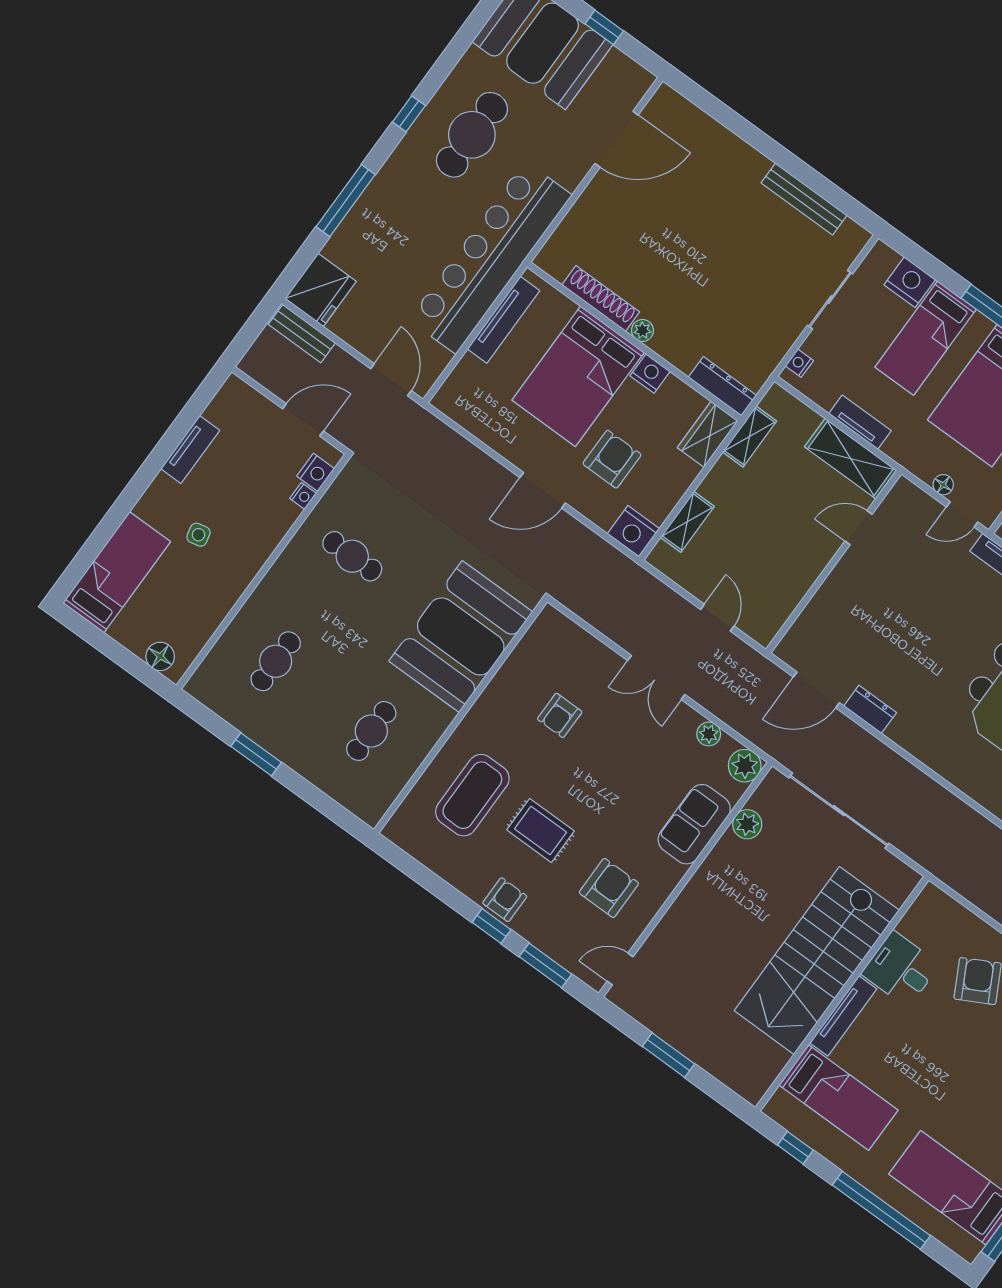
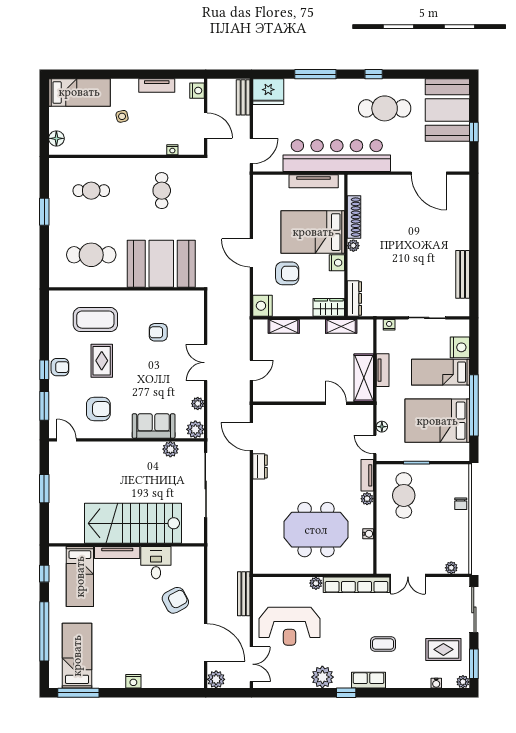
nightstand: (316, 472) -> (197, 91), moved, turned -90
cafe table: (371, 731) -> (91, 255), width x1.37, depth x1.35

